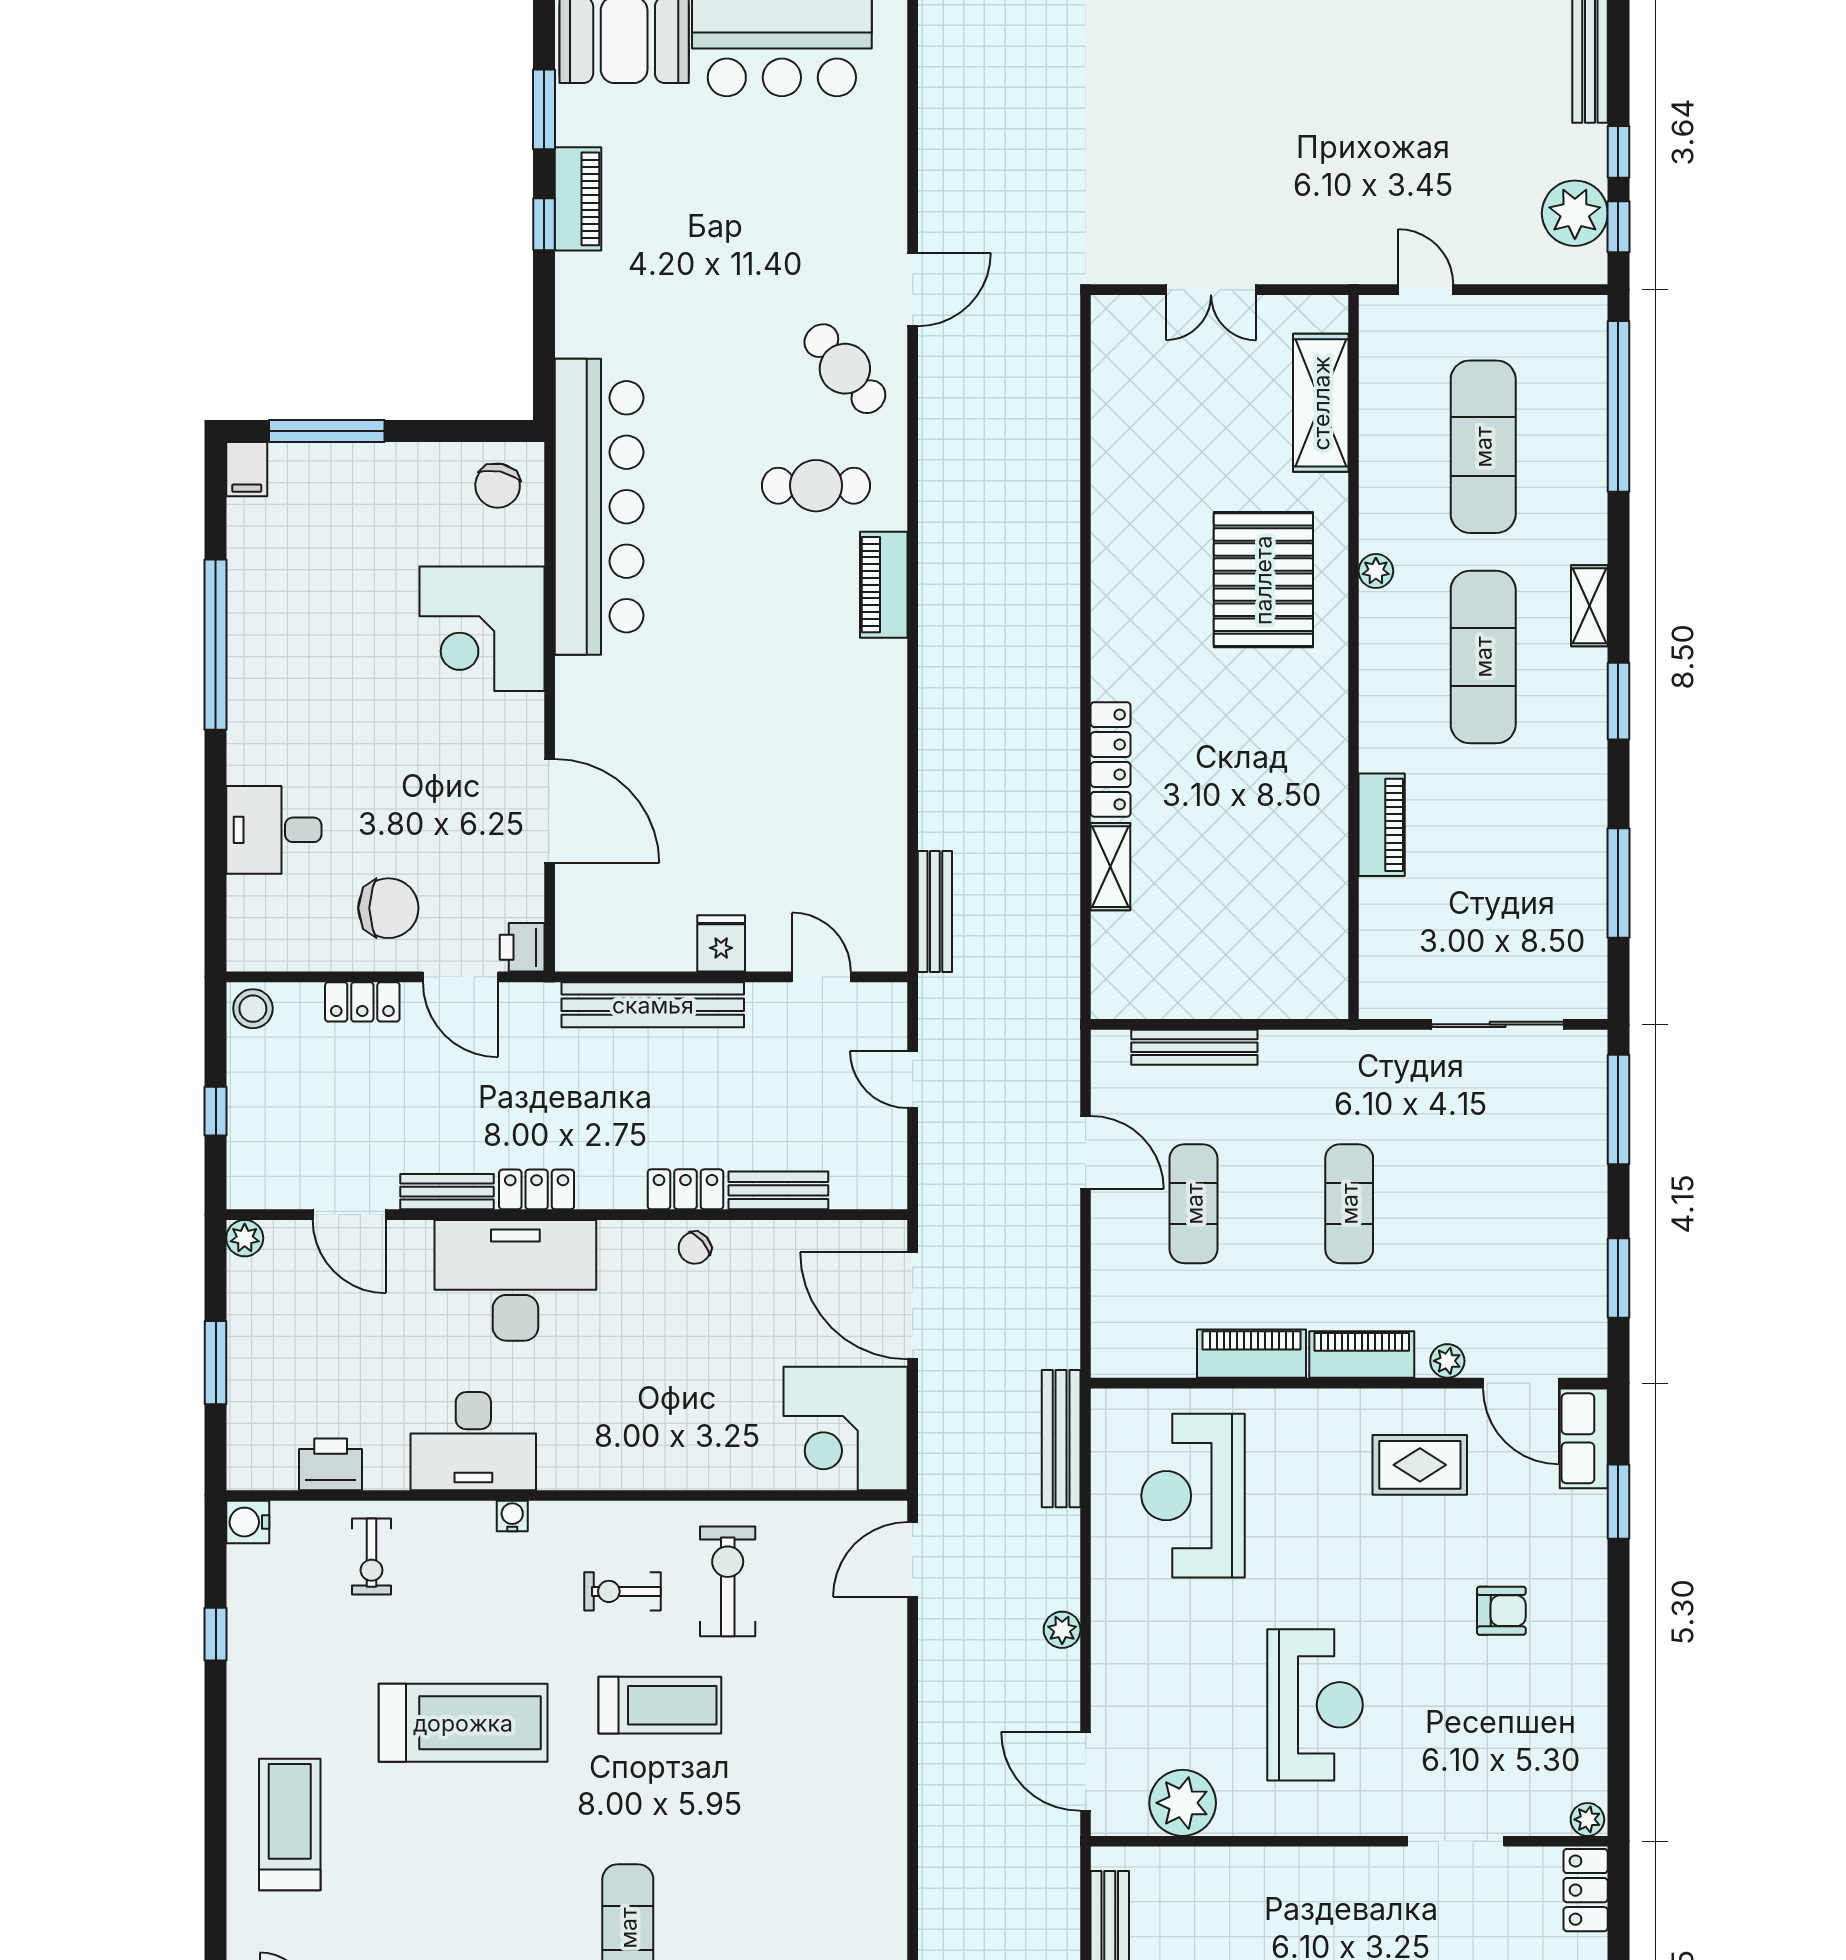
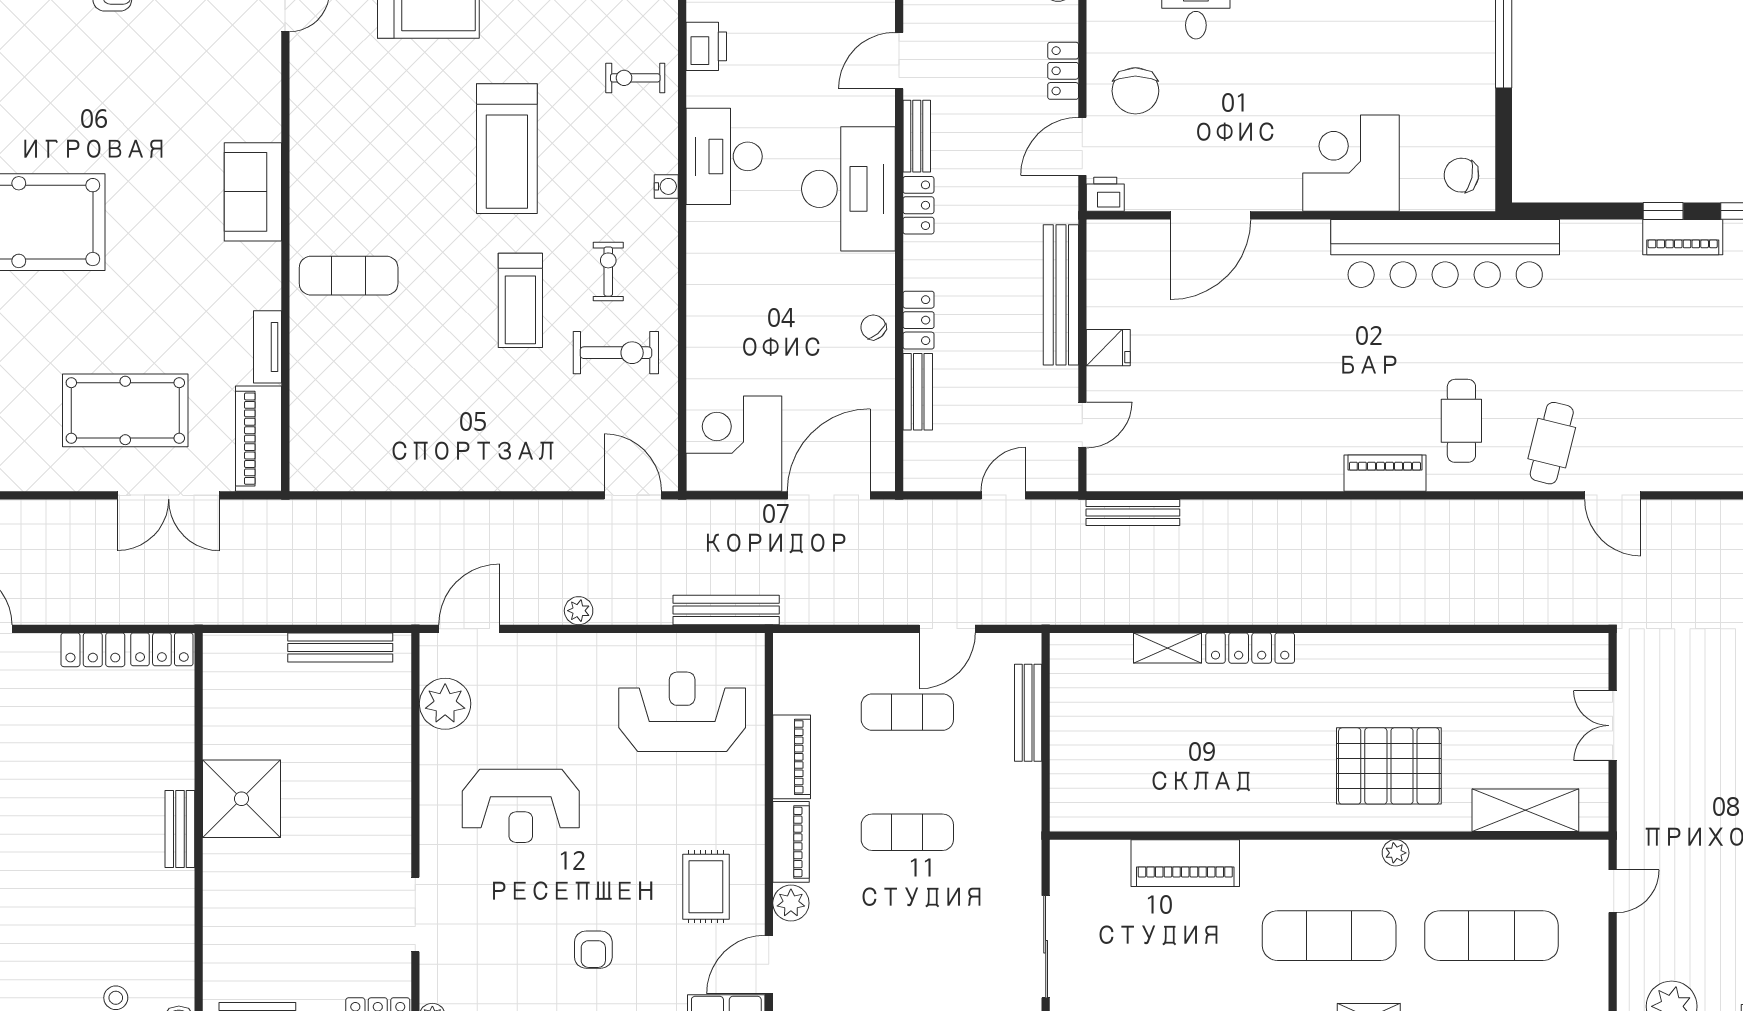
cafe table: (845, 369) -> (1552, 443), turned -36
piano: (1382, 825) -> (1185, 863), width x1.37, depth x1.33
plant: (1447, 1361) -> (791, 903), width x1.38, depth x1.38

